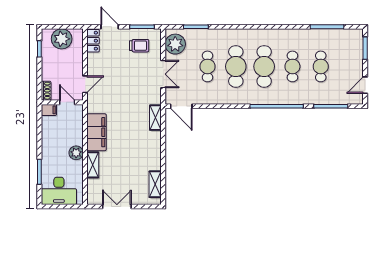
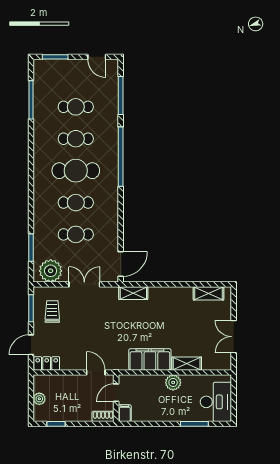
plant: (62, 39) -> (39, 399), width x0.53, depth x0.53
cafe table: (236, 66) -> (76, 203), width x0.73, depth x0.74

